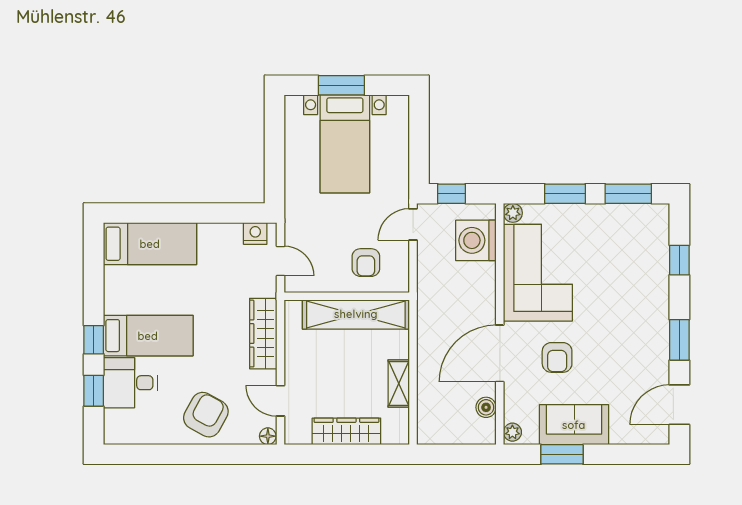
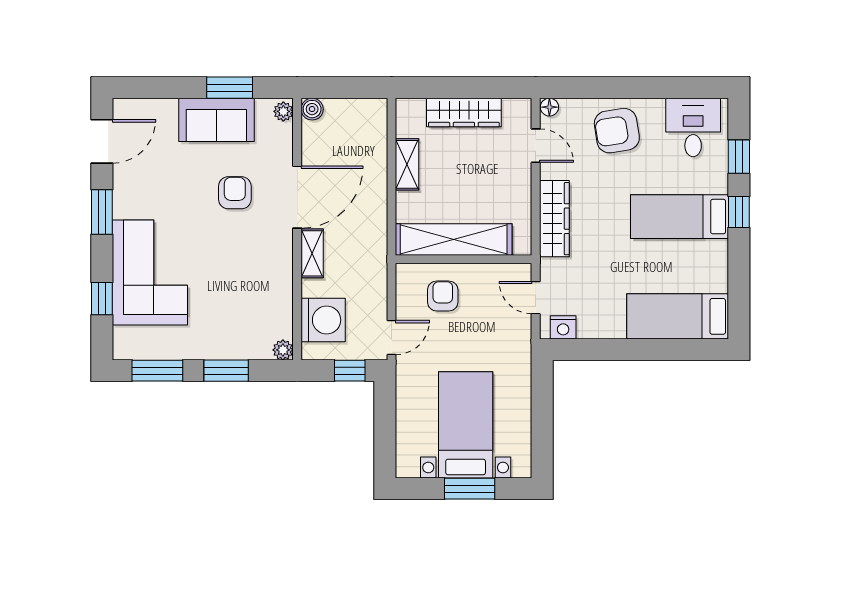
corner sofa: (538, 273) -> (150, 272), moved, turned 180
shelving: (486, 302) -> (312, 253), added
desk: (130, 383) -> (693, 127), moved, turned -90
boiler: (486, 407) -> (312, 109), moved
armchair: (206, 415) -> (617, 131), turned 52

